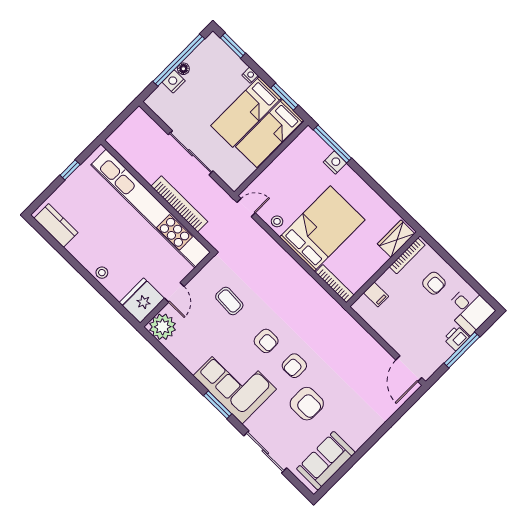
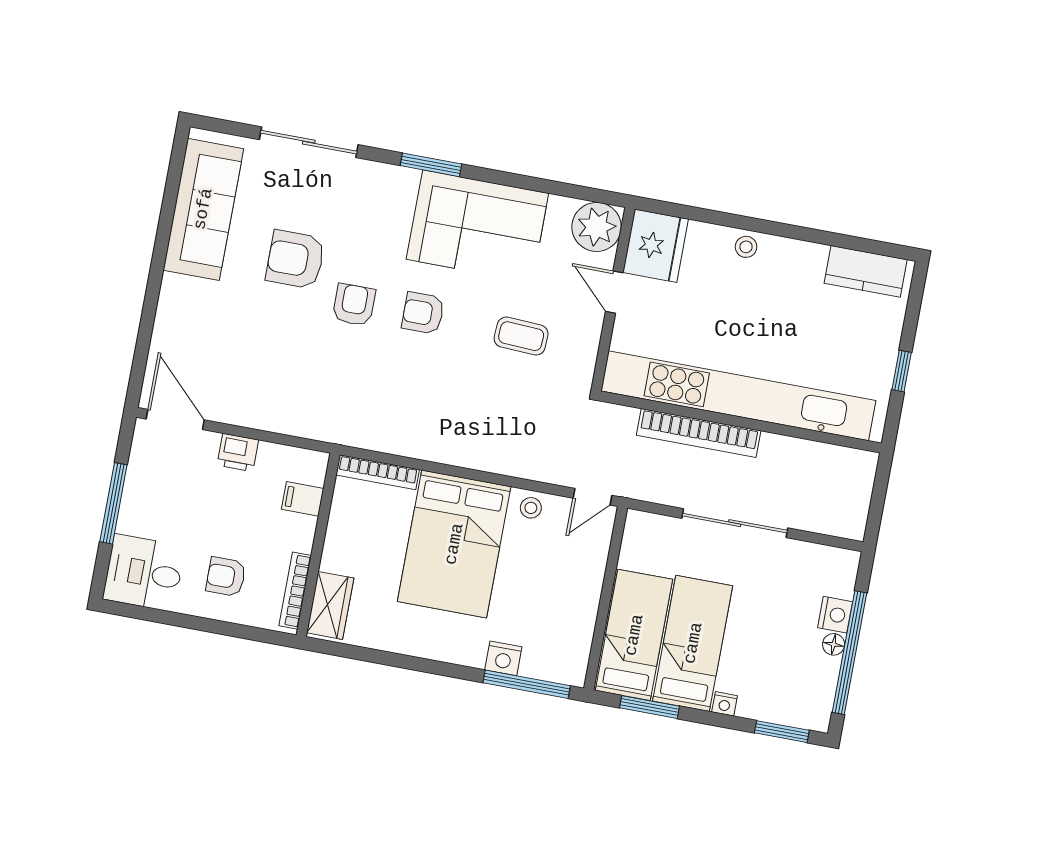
printer: (456, 338) -> (238, 453), moved, turned 90
corner sofa: (235, 382) -> (477, 226), moved
sofa: (326, 461) -> (203, 209), width x1.36

